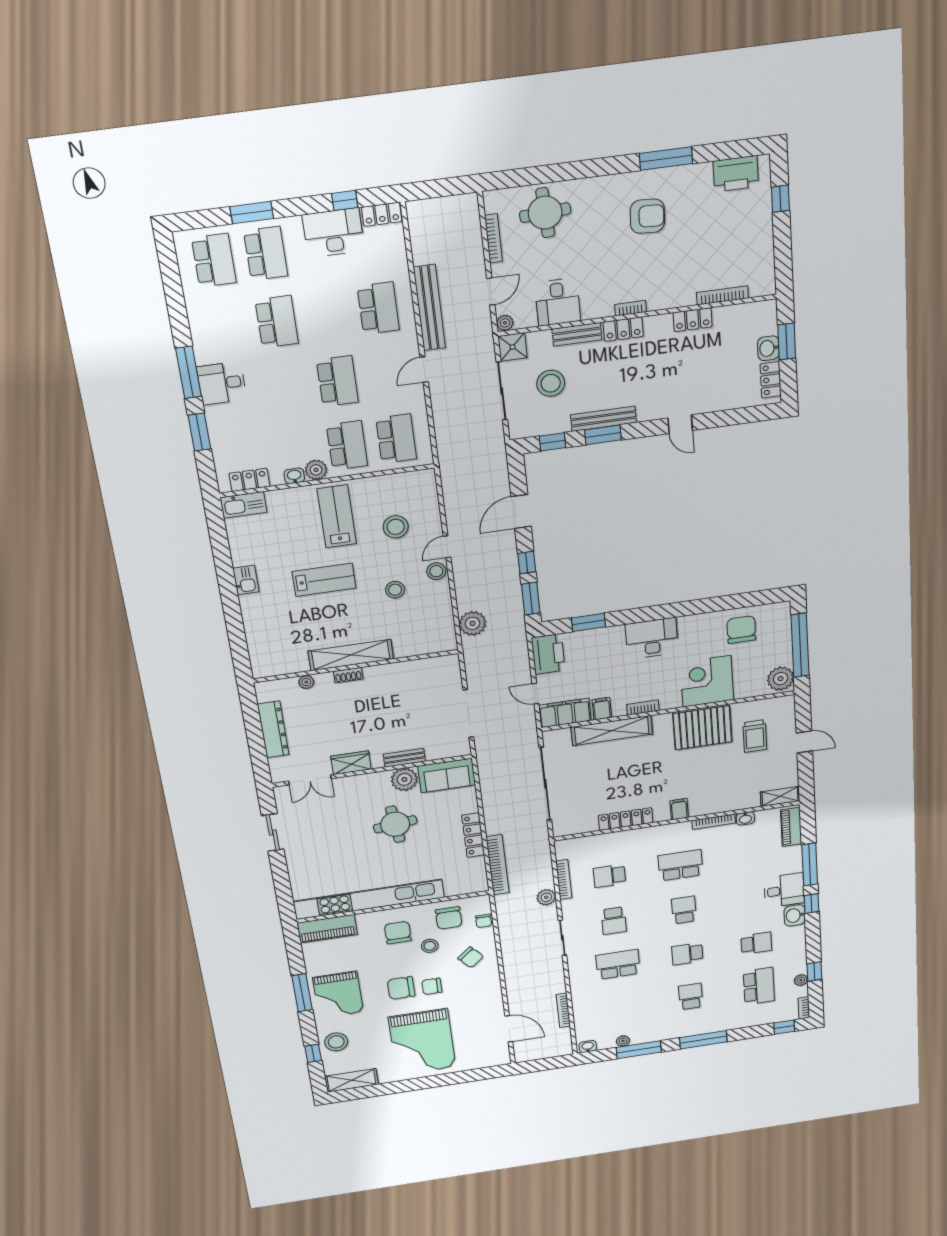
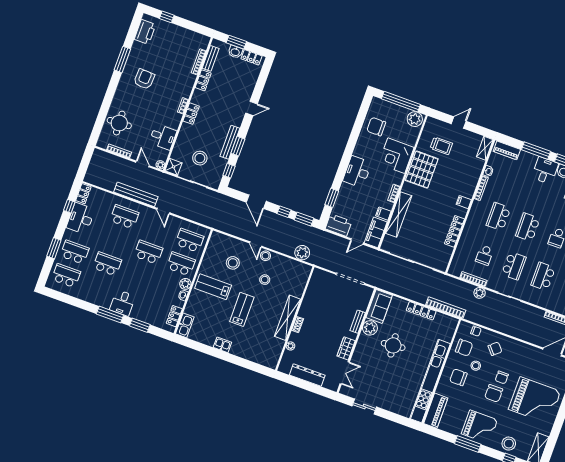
bench: (577, 334) -> (211, 58), moved
school desk: (684, 910) -> (528, 227), width x1.85
school desk: (614, 921) -> (514, 266), width x1.85

